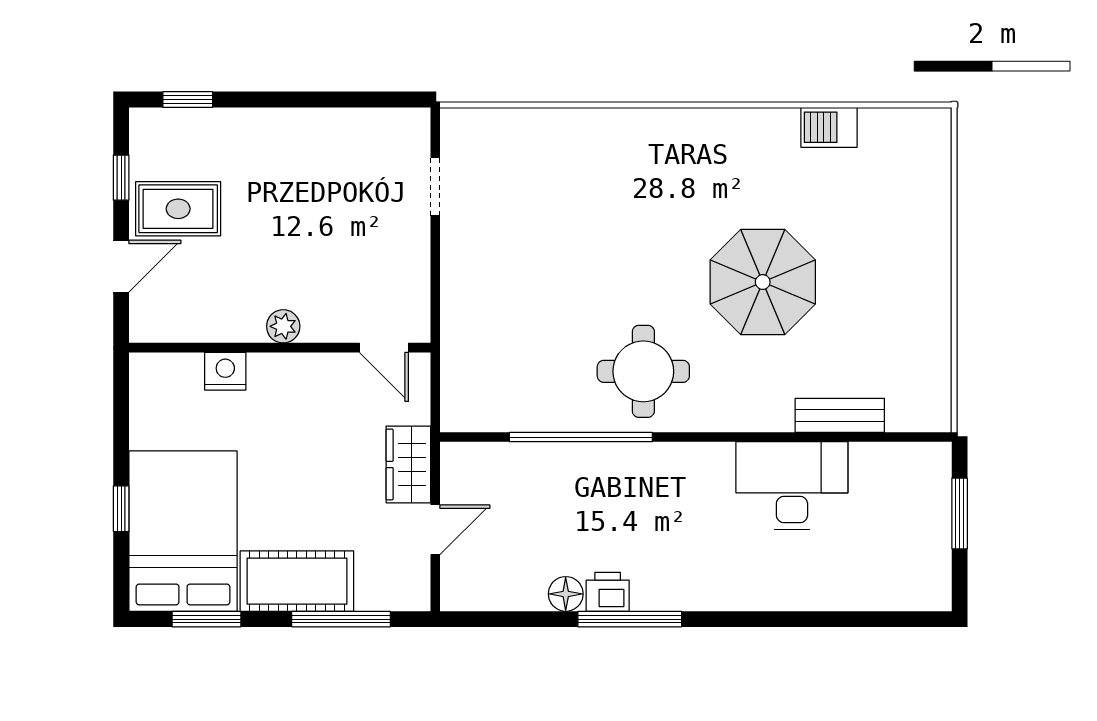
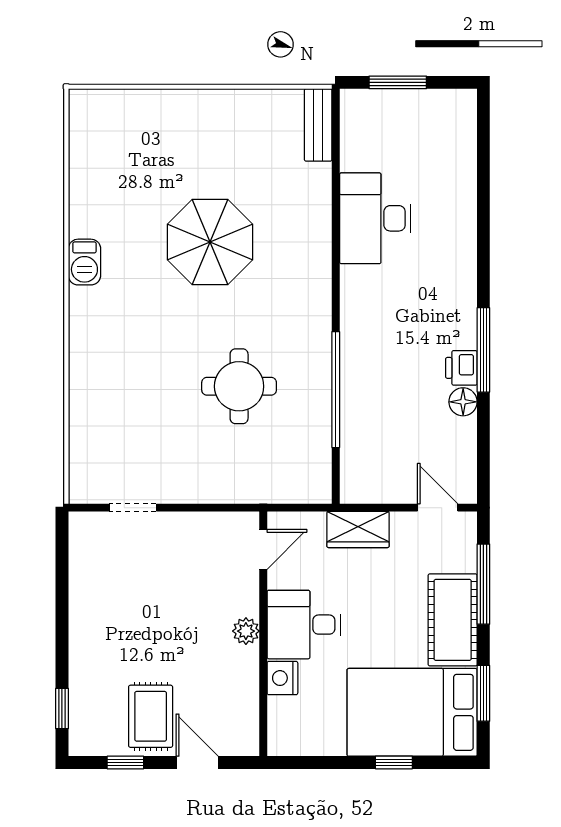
barbecue: (829, 127) -> (84, 262), moved
round table: (643, 371) -> (239, 386), moved
desk: (291, 398) -> (304, 625), added
bench: (840, 415) -> (318, 125), moved
door: (435, 530) -> (438, 508), moved

